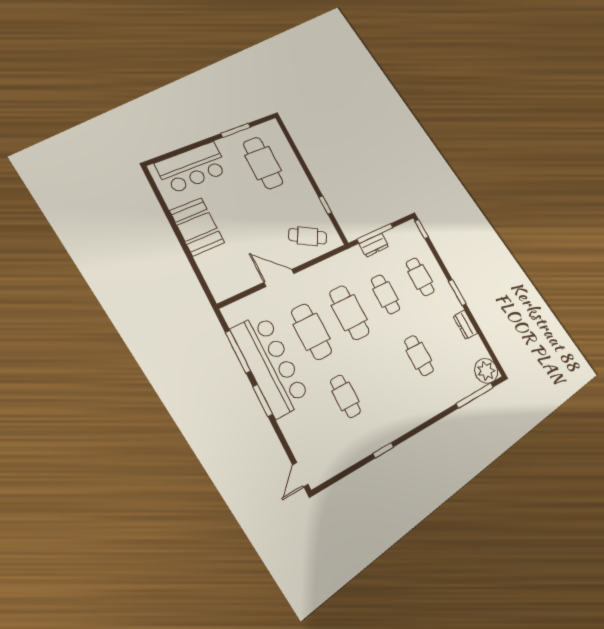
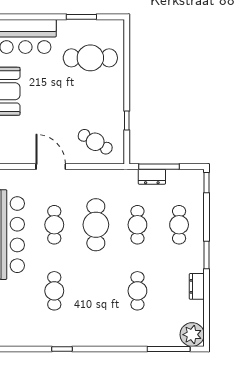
cafe table: (263, 163) -> (90, 58), turned 90
cafe table: (311, 332) -> (54, 225), width x0.73, depth x0.74

